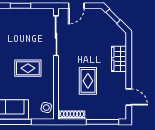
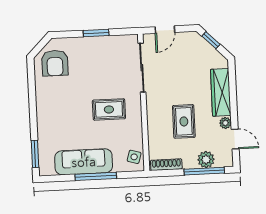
wardrobe: (119, 59) -> (221, 92), width x1.50
plant: (121, 84) -> (225, 123), added
plant: (104, 113) -> (206, 160), added

